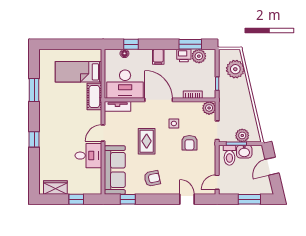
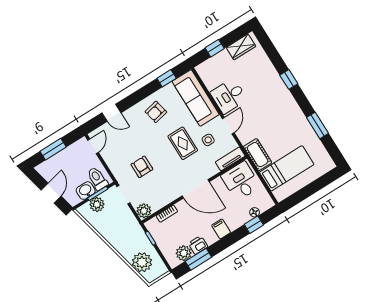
desk: (125, 84) -> (241, 181), width x0.73
side table: (174, 123) -> (208, 140), moved

